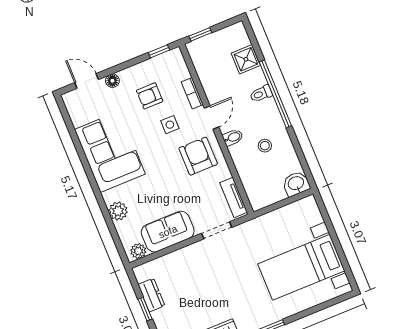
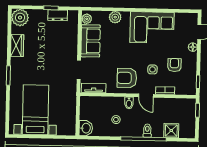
armchair: (198, 156) -> (127, 78), turned 180

